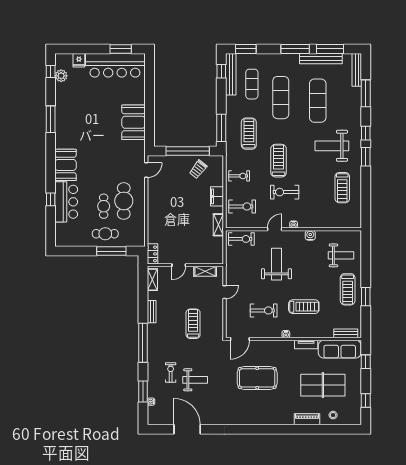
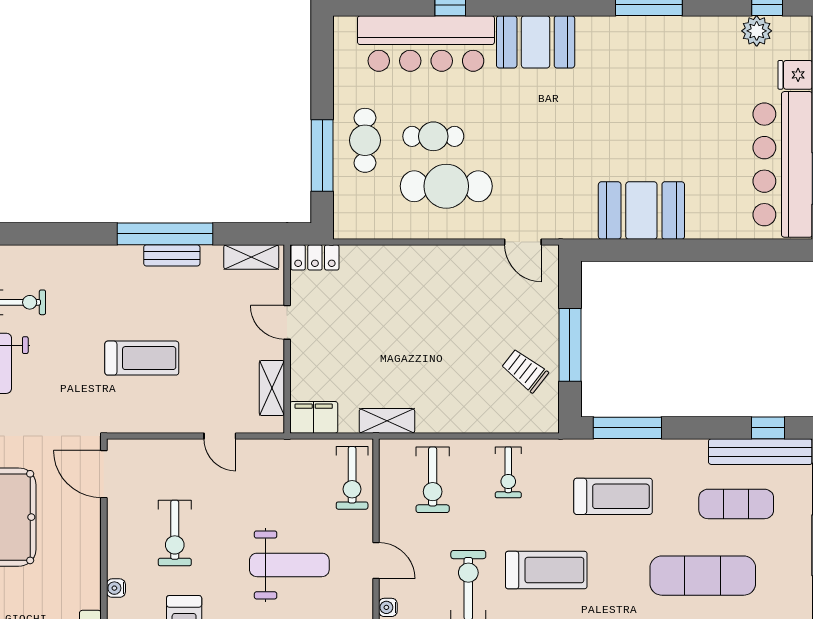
window: (188, 151) -> (570, 345), width x0.68
filing cabinet: (217, 196) -> (314, 417), moved
bar counter: (66, 202) -> (426, 44), width x1.36
window: (143, 343) -> (165, 234), moved

